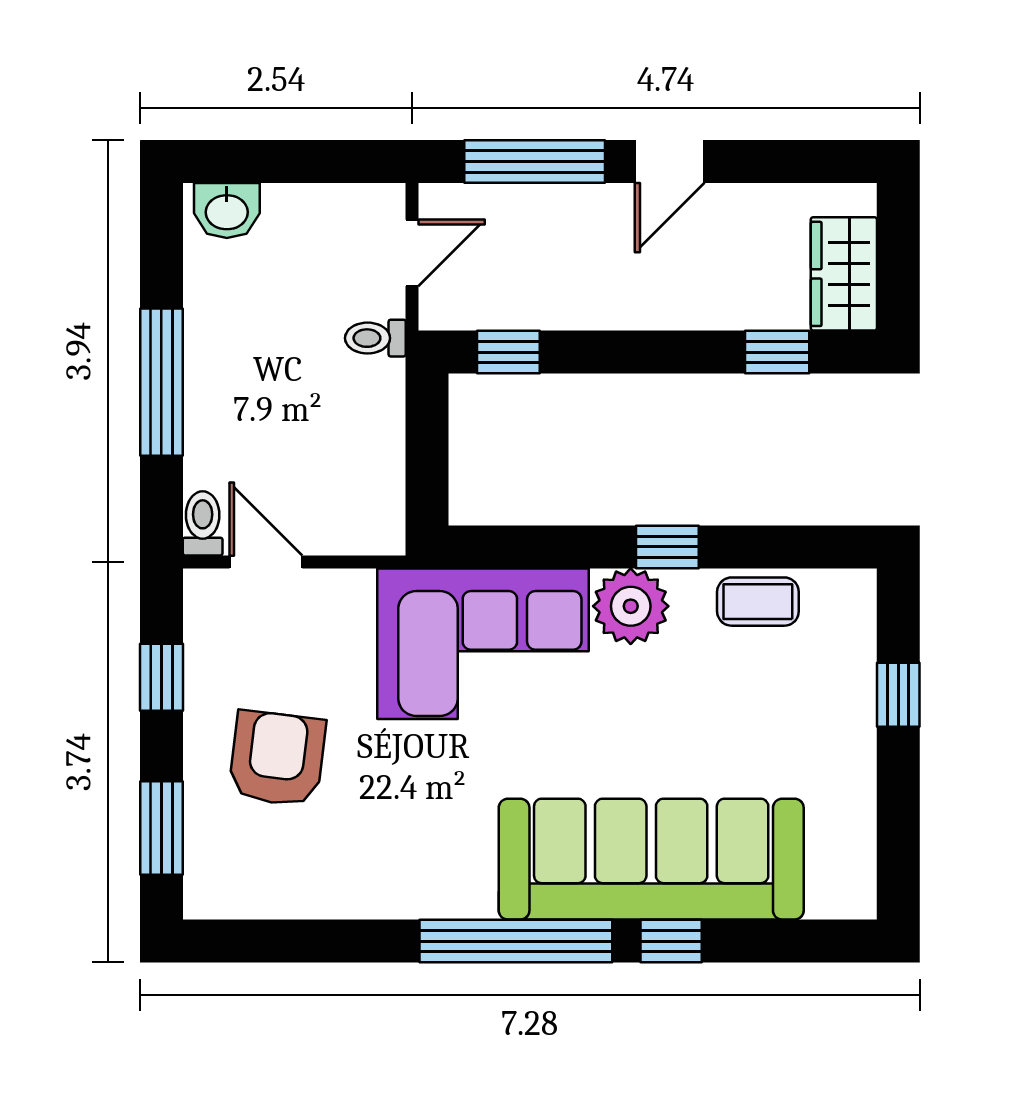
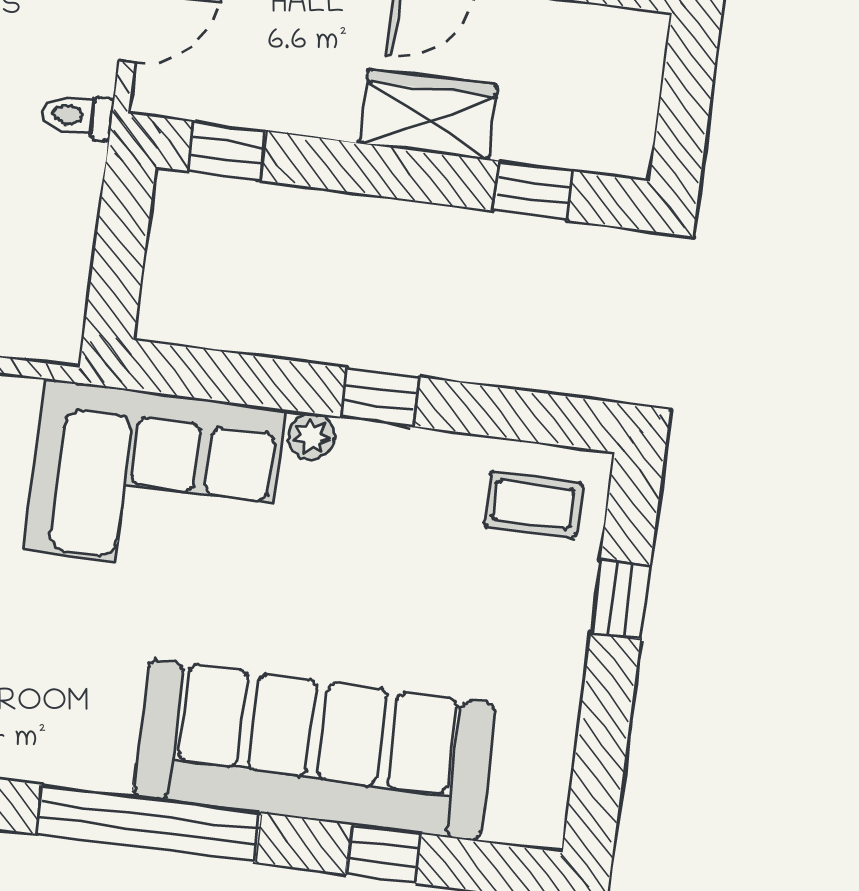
wardrobe: (844, 274) -> (429, 114), moved, turned 90
coffee table: (758, 602) -> (533, 505), moved
plant: (631, 606) -> (311, 436), width x0.53, depth x0.53
window: (671, 941) -> (384, 854), moved

